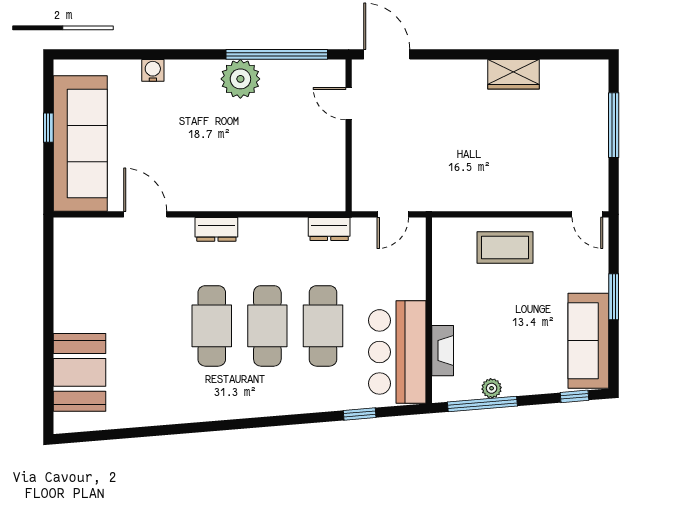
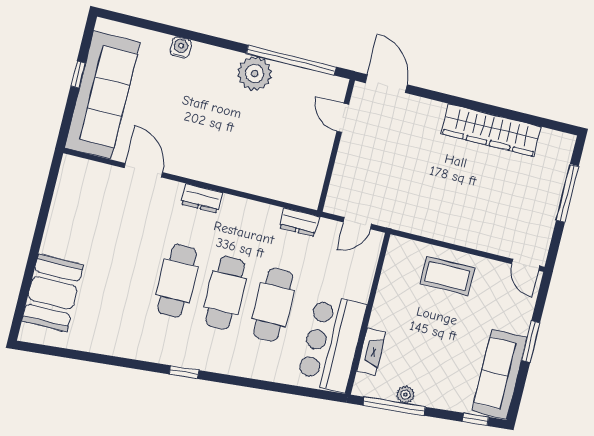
wardrobe: (514, 74) -> (491, 130), width x2.10, depth x1.17
window: (360, 414) -> (184, 372), moved

